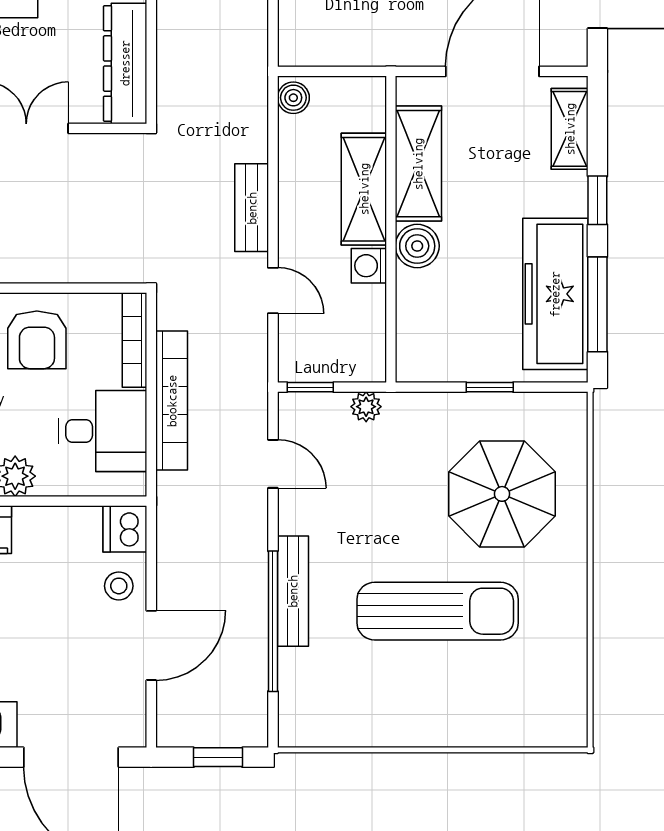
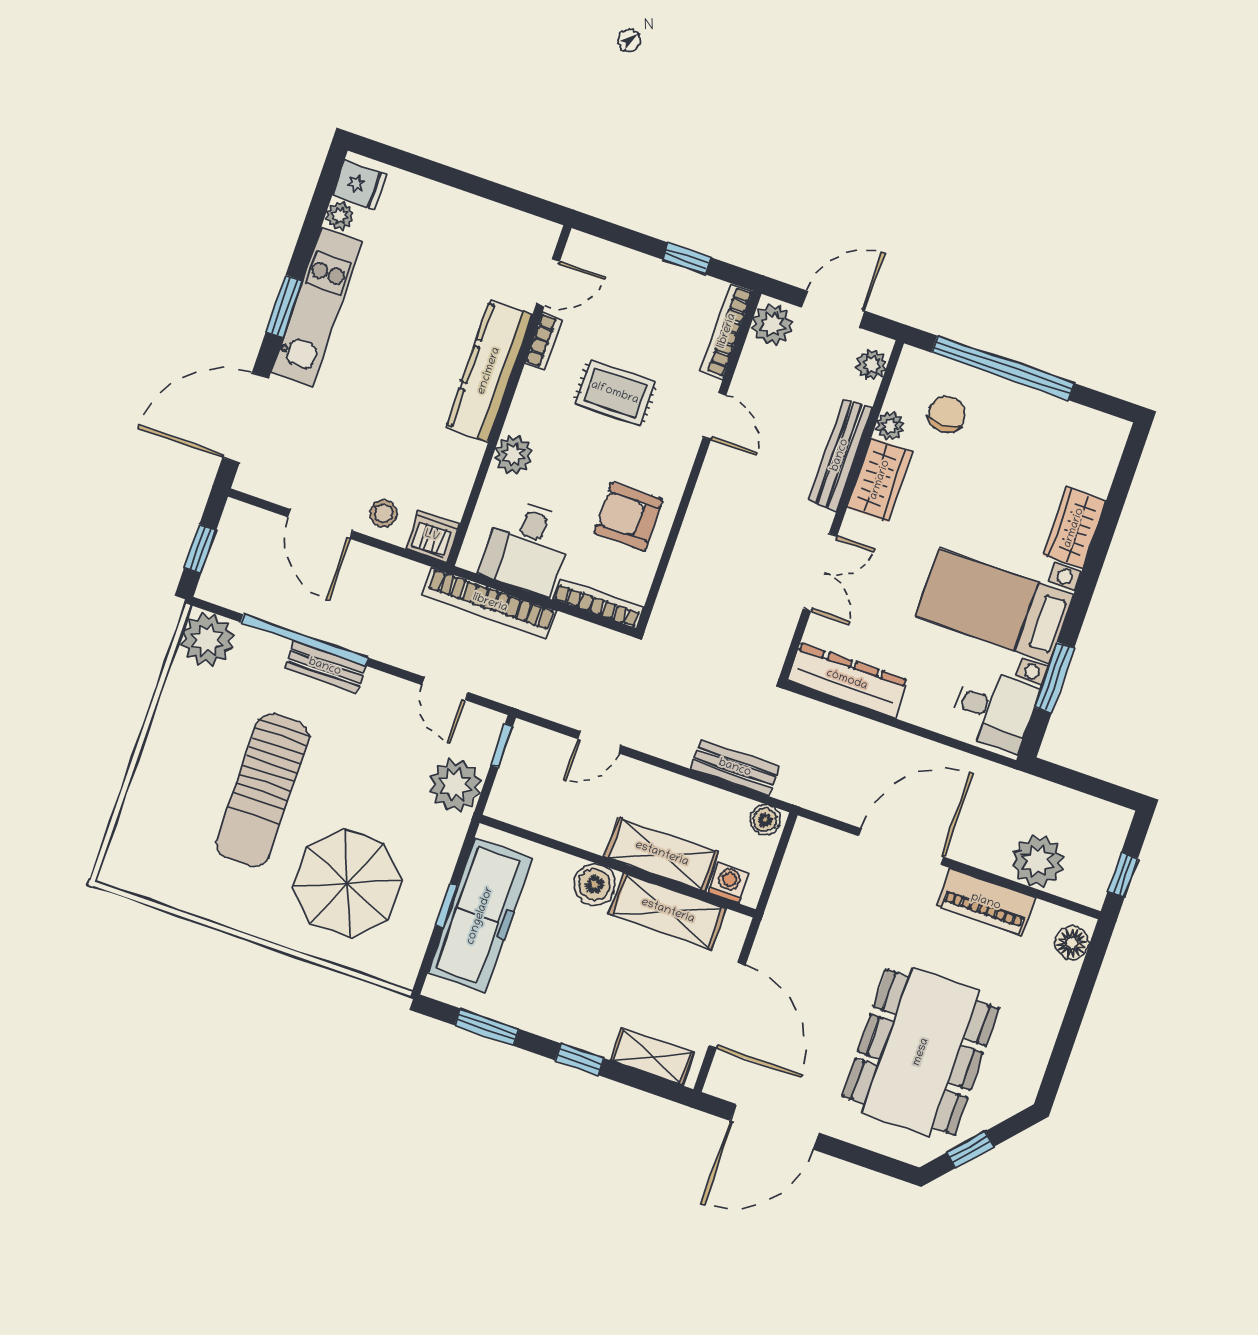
bench: (252, 208) -> (735, 768), moved
washing machine: (369, 266) -> (728, 883), moved
freezer: (555, 294) -> (480, 916), moved, turned 90
window: (597, 304) -> (487, 1027), width x0.69
bookcase: (172, 401) -> (490, 603), moved
plant: (366, 407) -> (455, 785), width x1.87, depth x1.87
door: (273, 464) -> (445, 689), hinge flipped
bench: (293, 591) -> (325, 667), width x0.73
plant: (306, 719) -> (207, 640), added

